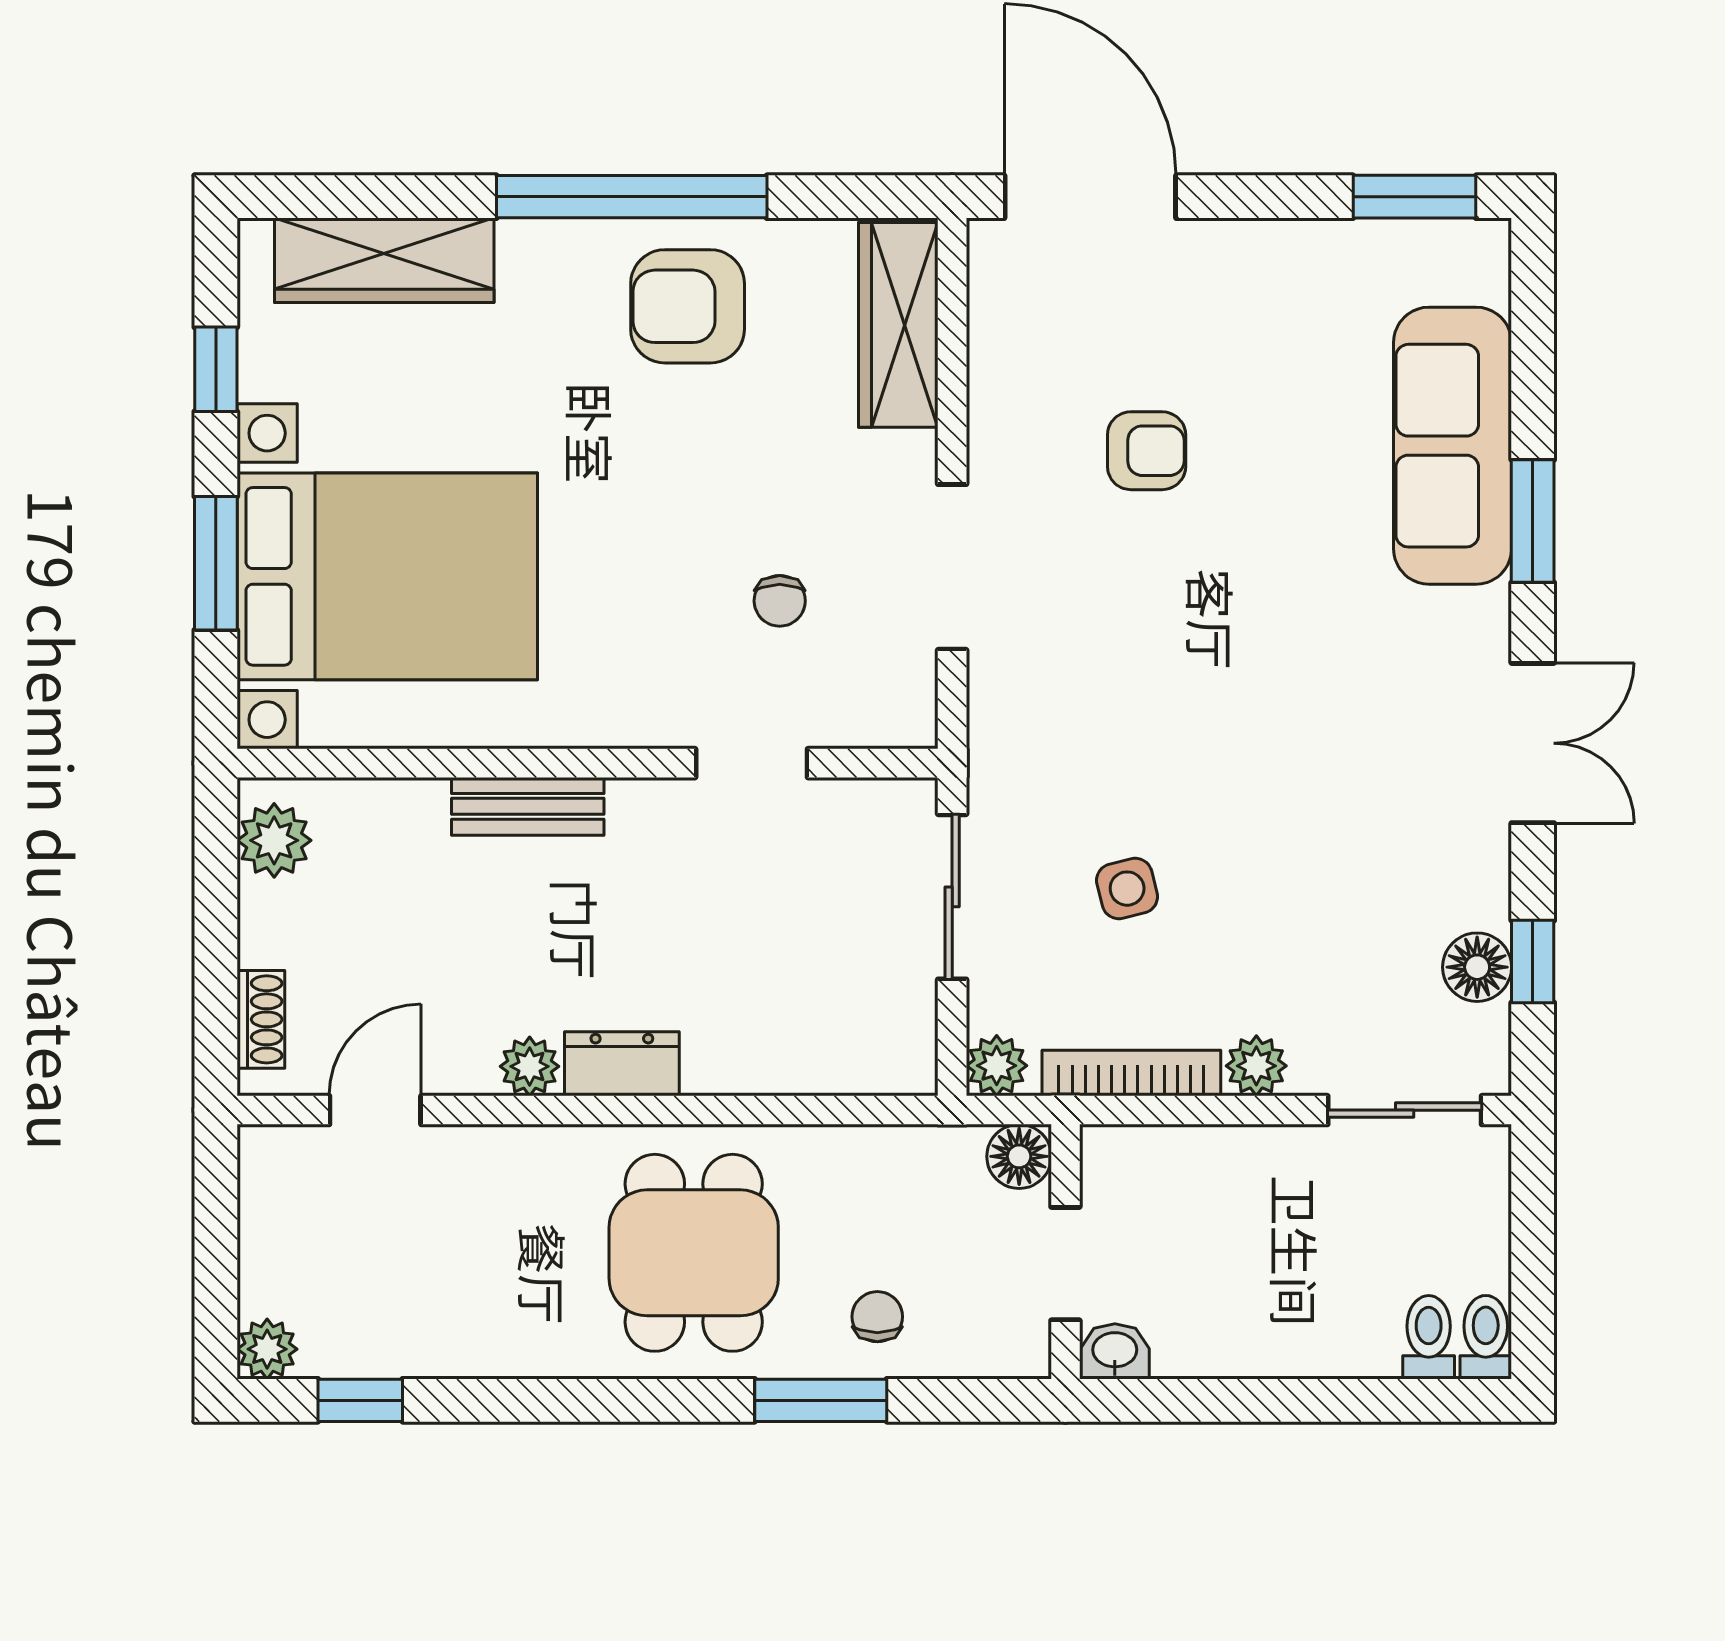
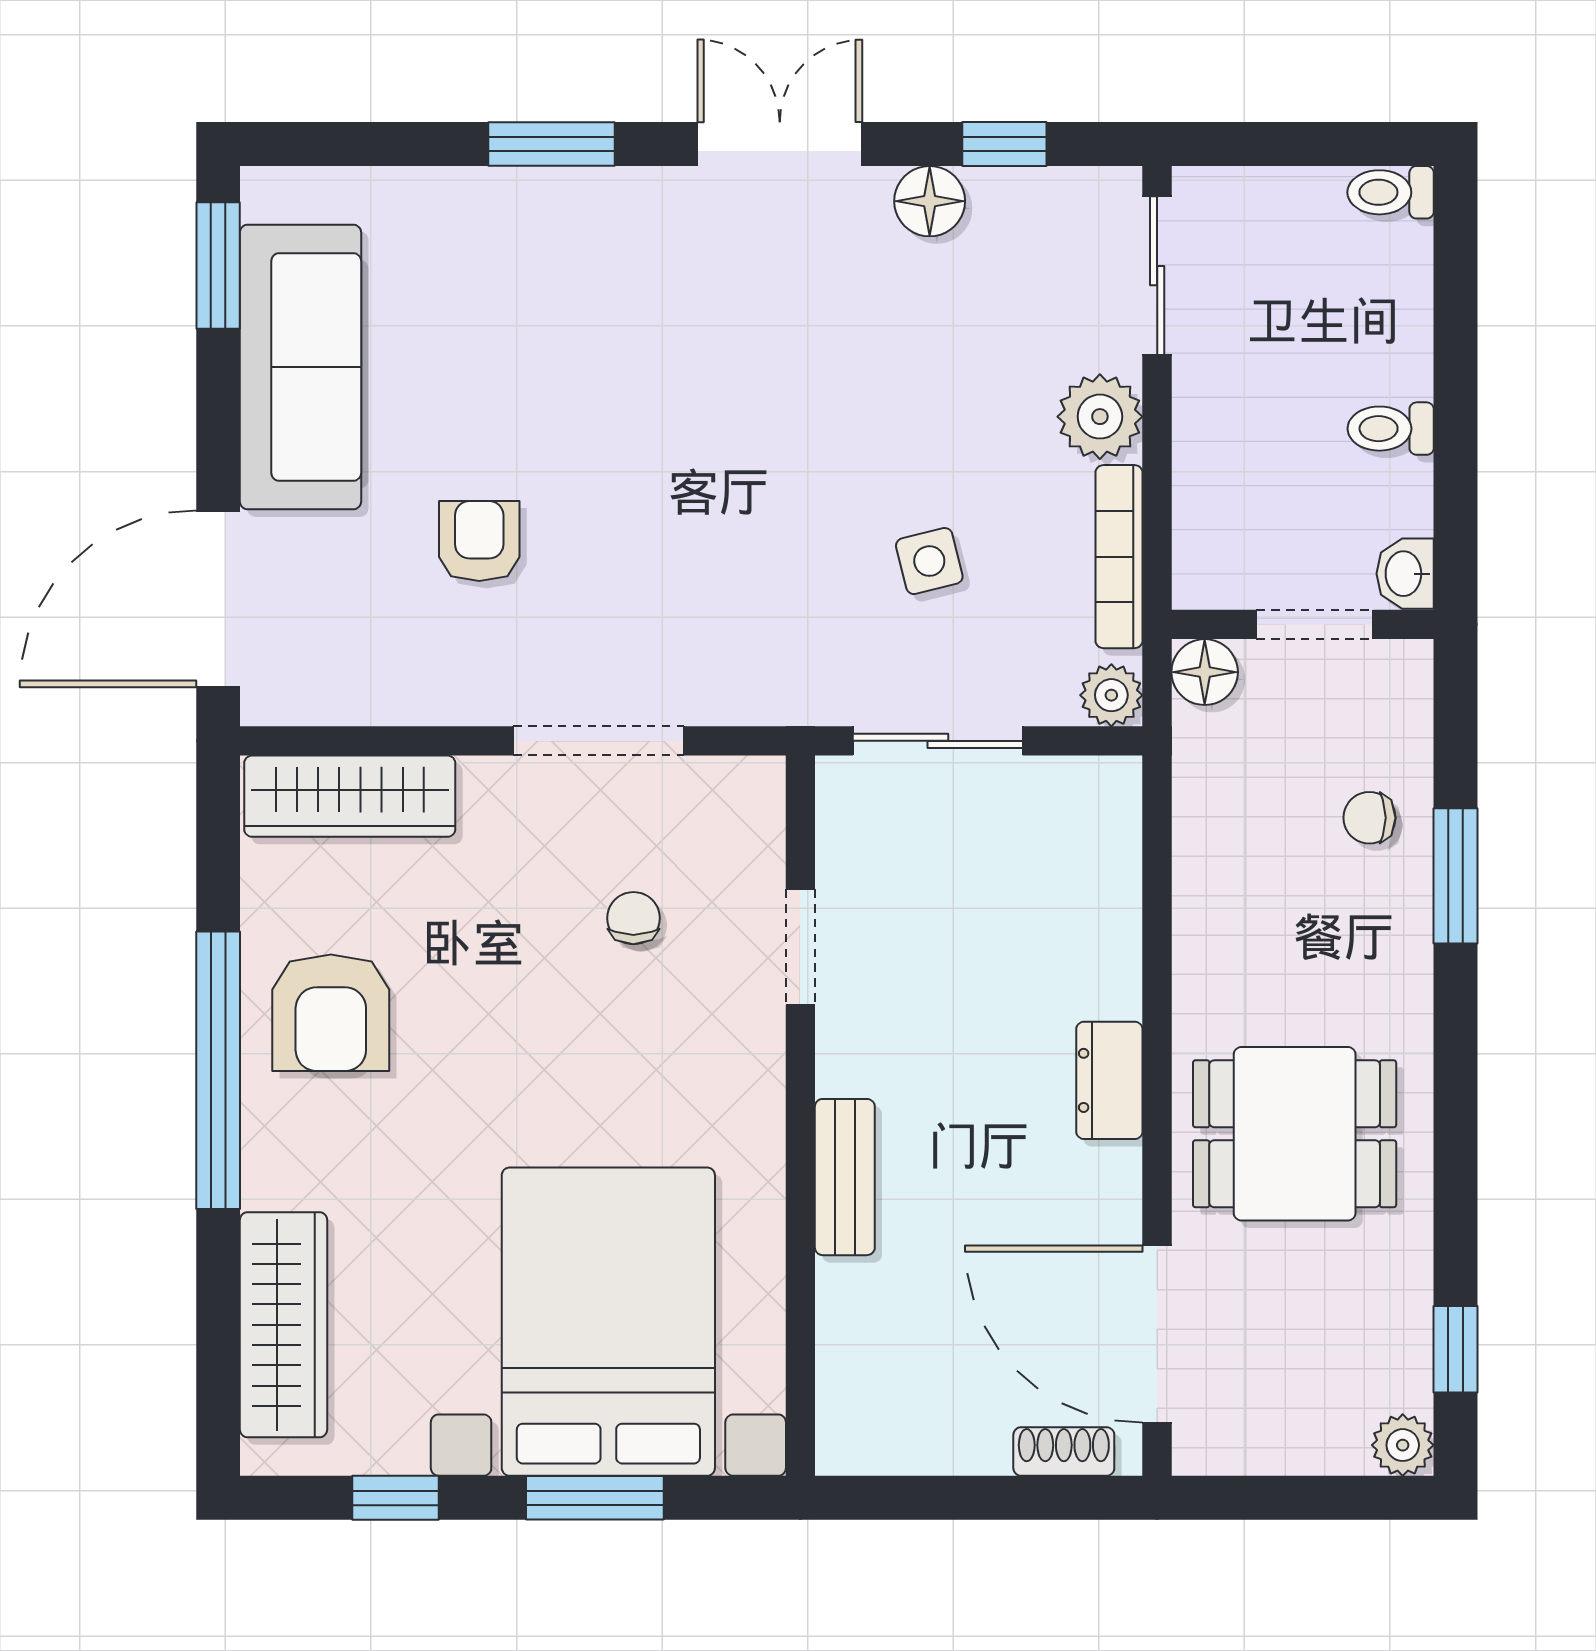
sofa: (1453, 446) -> (300, 367), moved, turned -90
chair: (780, 601) -> (633, 918), turned -90
plant: (274, 840) -> (880, 1438), removed
floor lamp: (1477, 967) -> (930, 201), moved
plant: (530, 1066) -> (1112, 1175), removed
plant: (1256, 1066) -> (1100, 417), width x1.38, depth x1.38
door: (375, 1110) -> (1157, 1334), width x1.88
dining table: (694, 1253) -> (1295, 1134), moved
toilet: (1429, 1337) -> (1391, 429), moved

